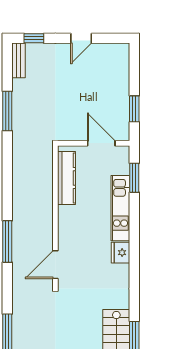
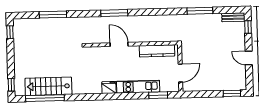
window: (134, 109) -> (232, 93), moved
door: (55, 265) -> (119, 44), moved

